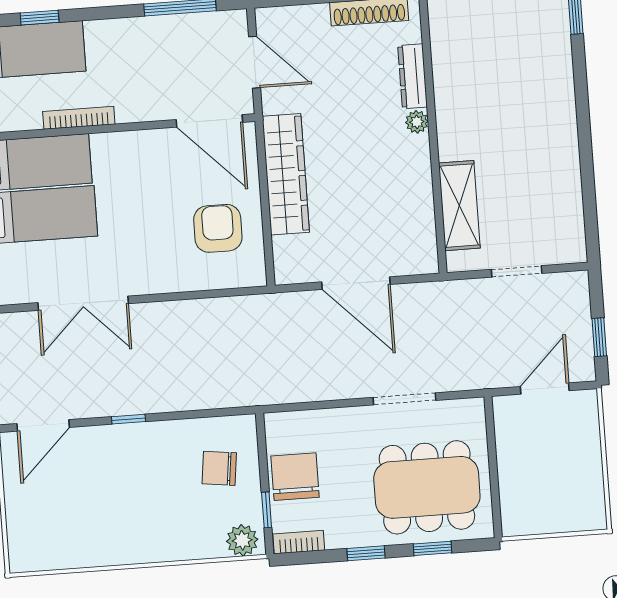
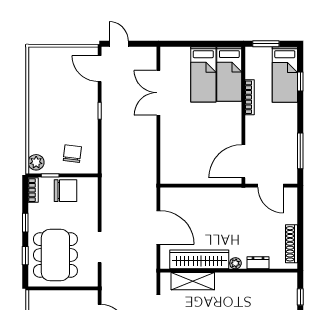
door: (255, 62) -> (271, 186), hinge flipped
dresser: (413, 76) -> (258, 263), width x0.70
wardrobe: (286, 174) -> (199, 259), moved, turned 180
armchair: (218, 228) -> (190, 162), removed
door: (356, 283) -> (158, 227), swing flipped

